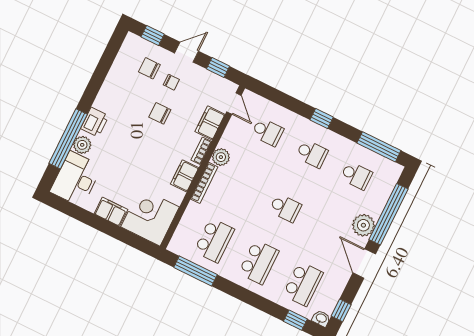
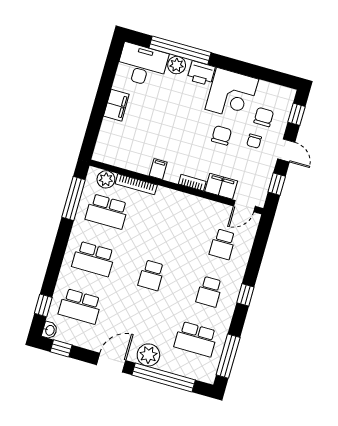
plant: (221, 157) -> (106, 179), moved
filing cabinet: (185, 176) -> (158, 169), width x0.50
school desk: (356, 176) -> (196, 339), width x1.85
bookcase: (204, 183) -> (136, 184), moved
corner desk: (150, 217) -> (232, 94), moved, turned 90

